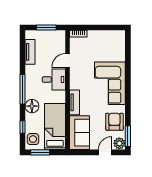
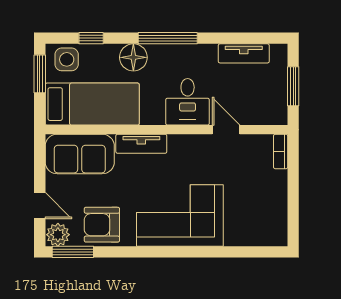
armchair: (114, 122) -> (102, 225), turned 180

